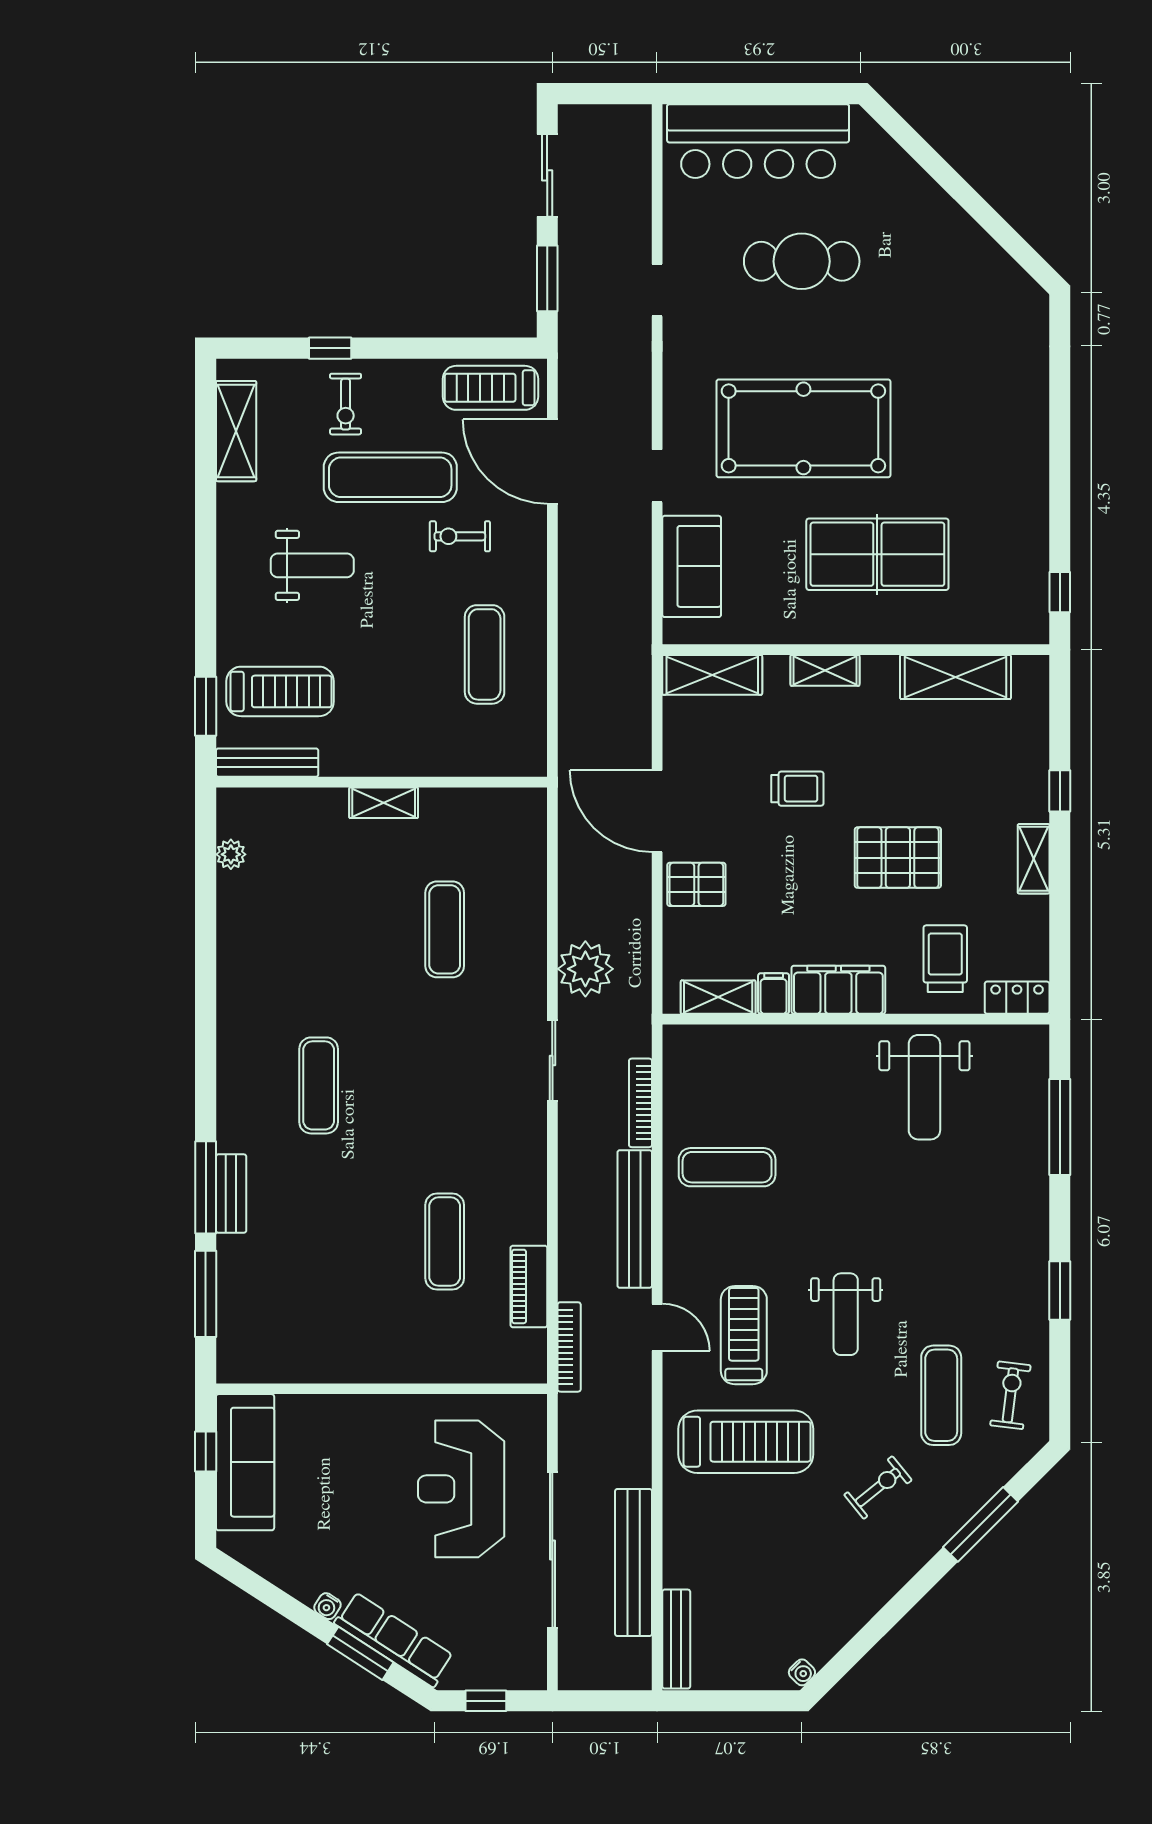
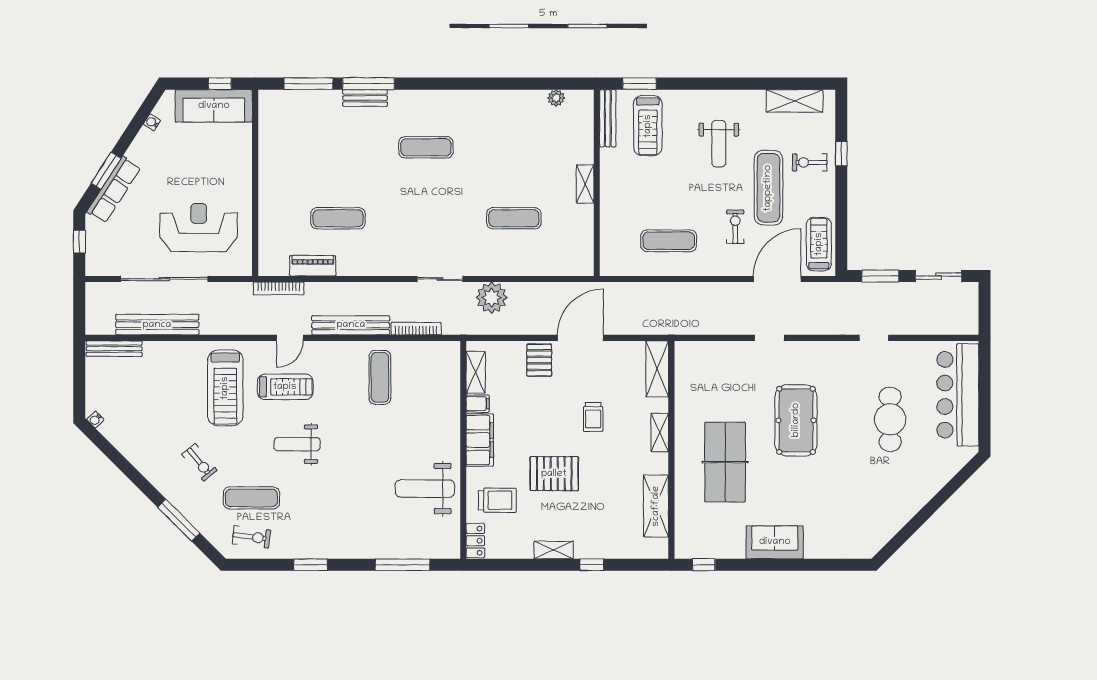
pool table: (803, 428) -> (796, 420), width x0.73, depth x0.76
sofa: (692, 566) -> (775, 542), moved, turned 180
pallet: (898, 858) -> (554, 474), turned 90
water cooler: (327, 1606) -> (152, 122), moved

